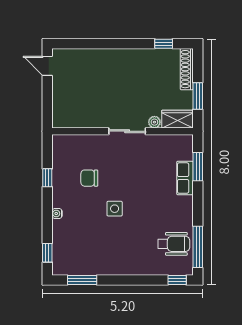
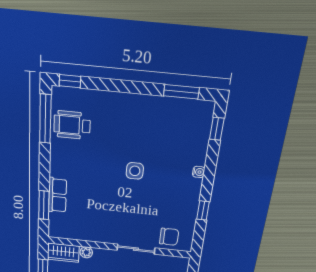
sliding door: (127, 131) -> (136, 249), moved
chair: (89, 178) -> (169, 237), moved

